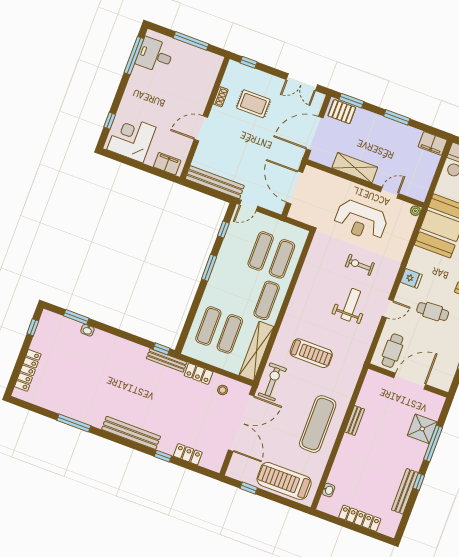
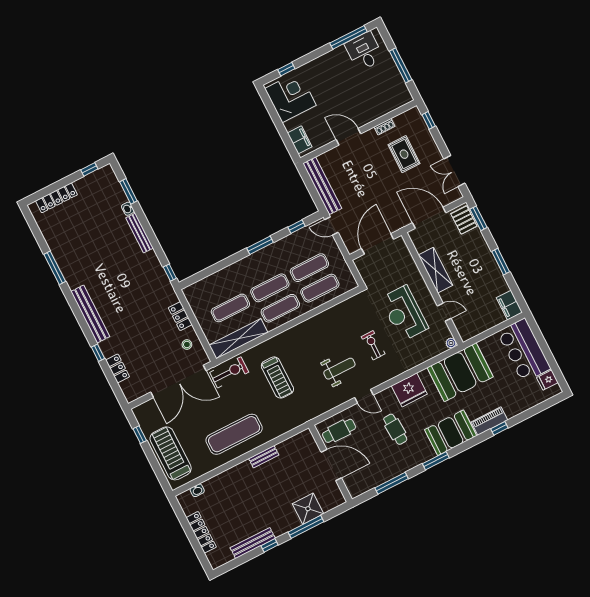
fridge: (411, 278) -> (409, 390), width x1.88, depth x1.34
exercise mat: (208, 326) -> (270, 288), moved
bench: (167, 360) -> (140, 233), moved

